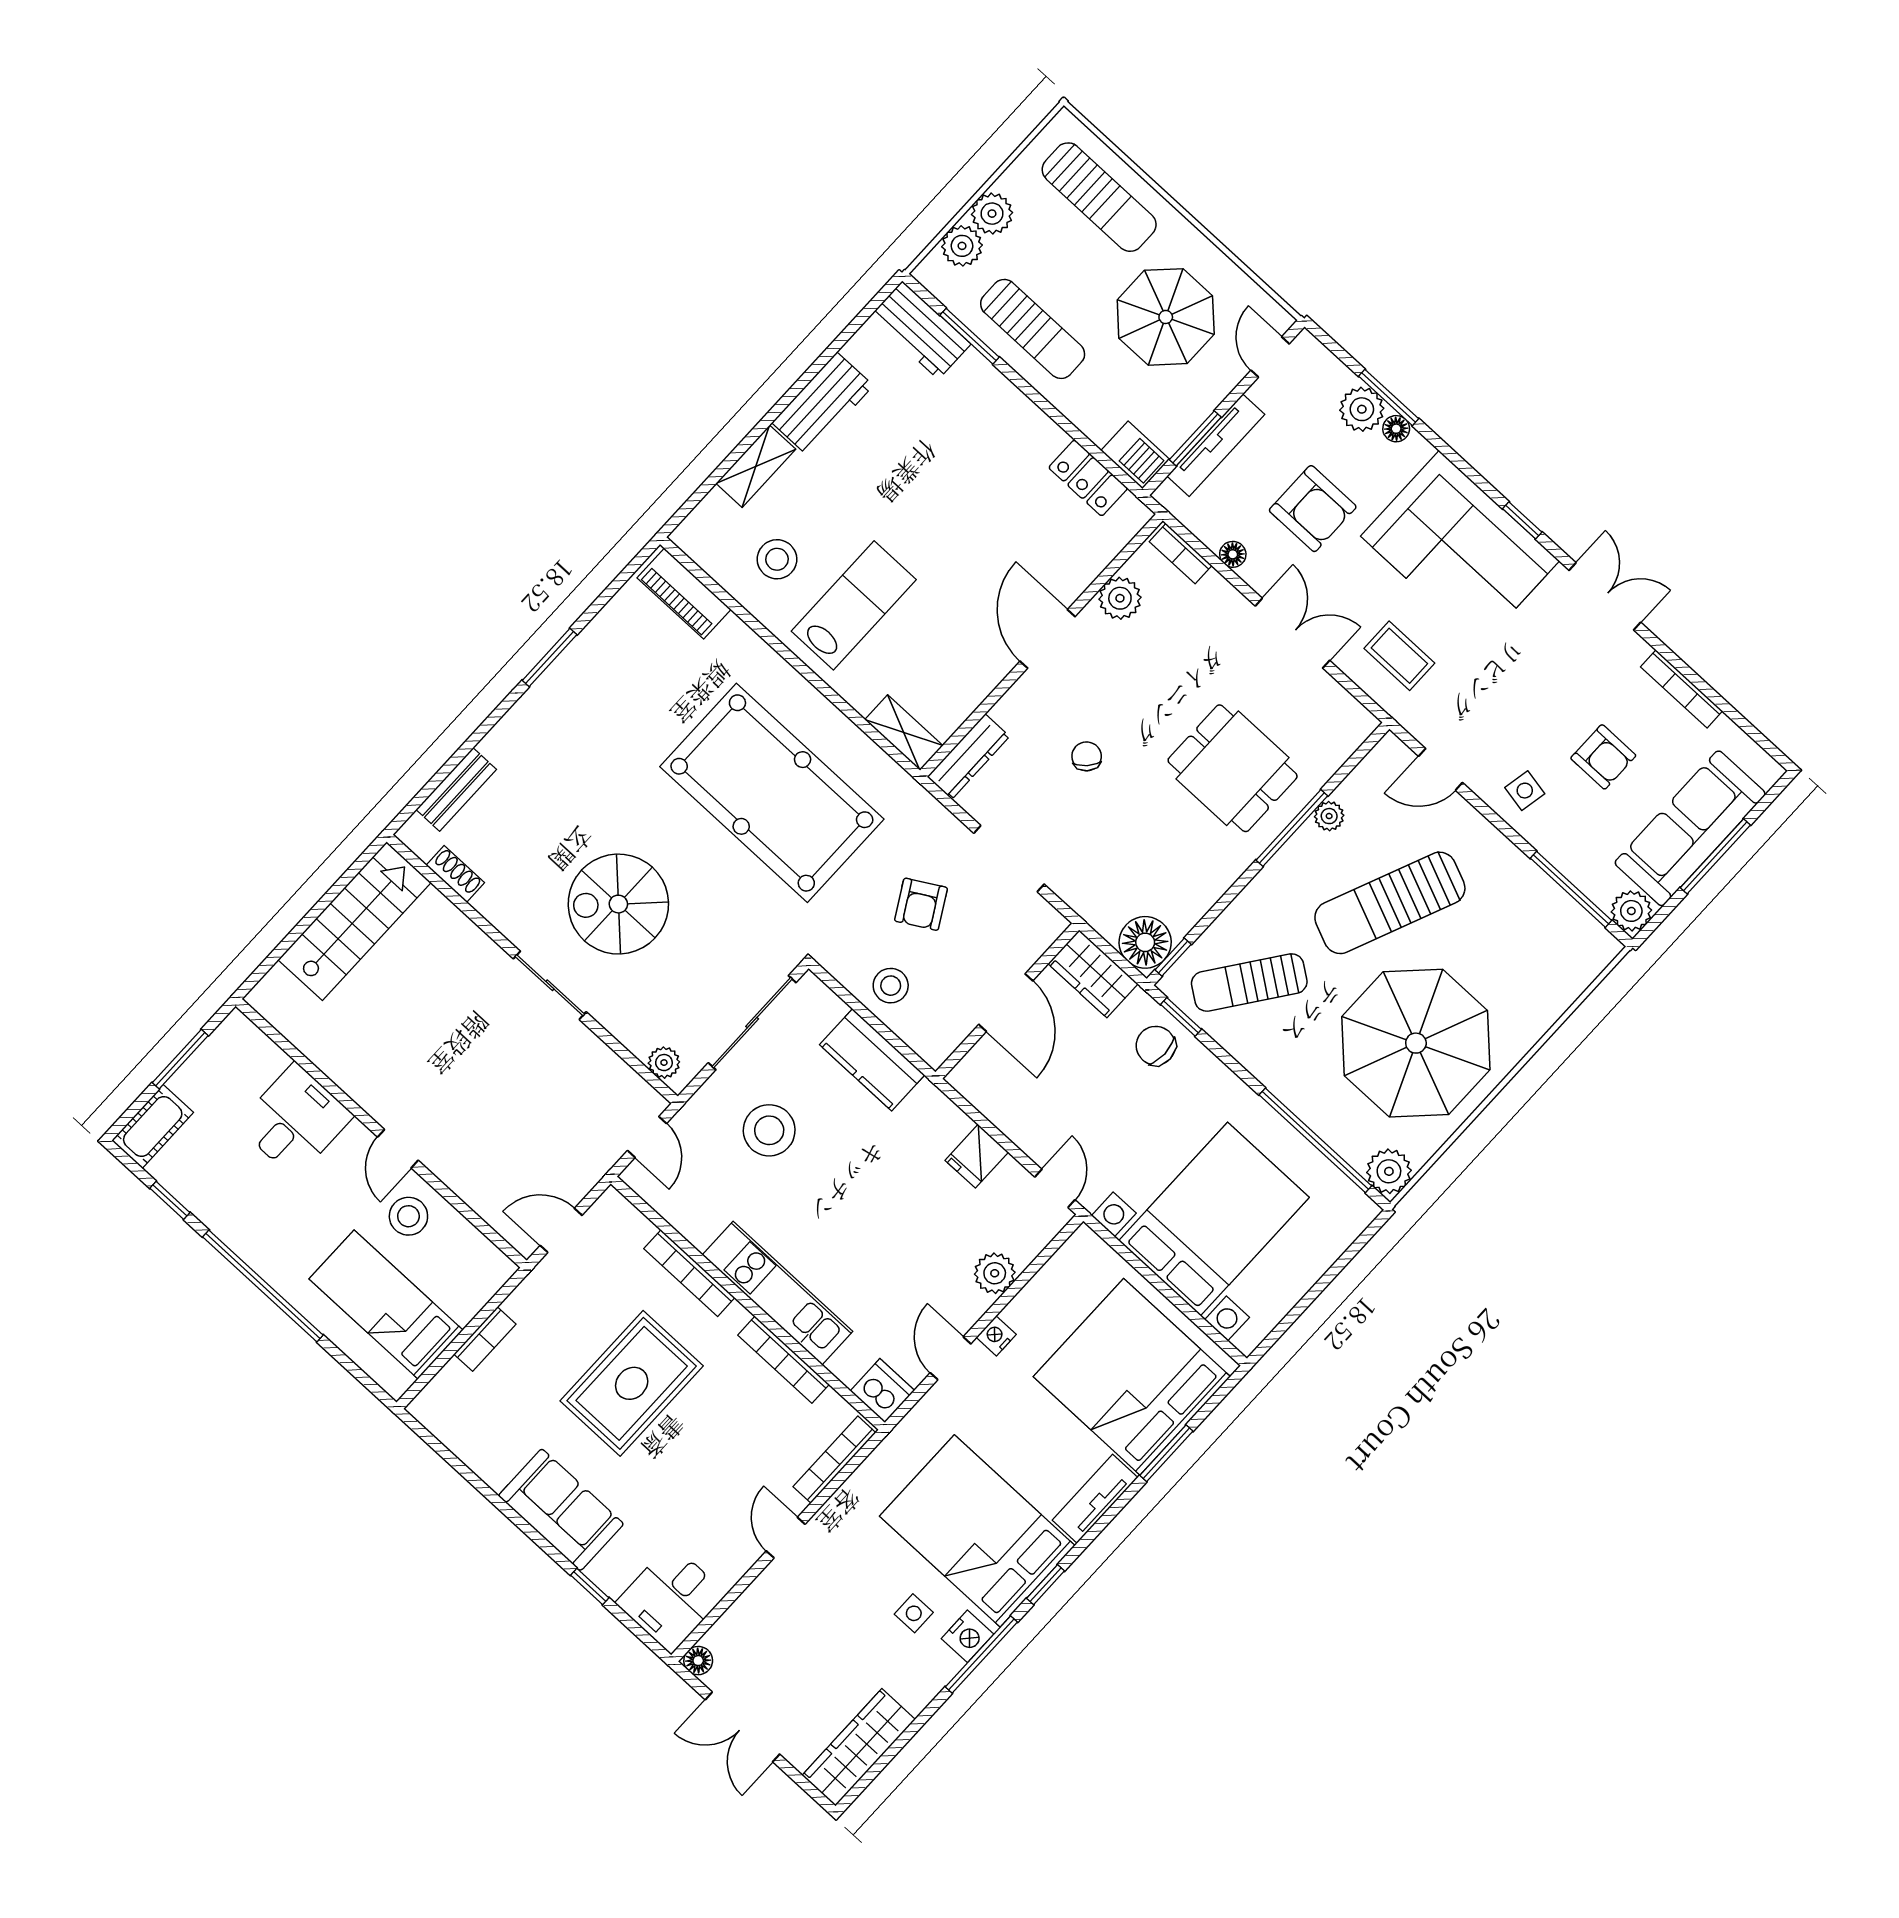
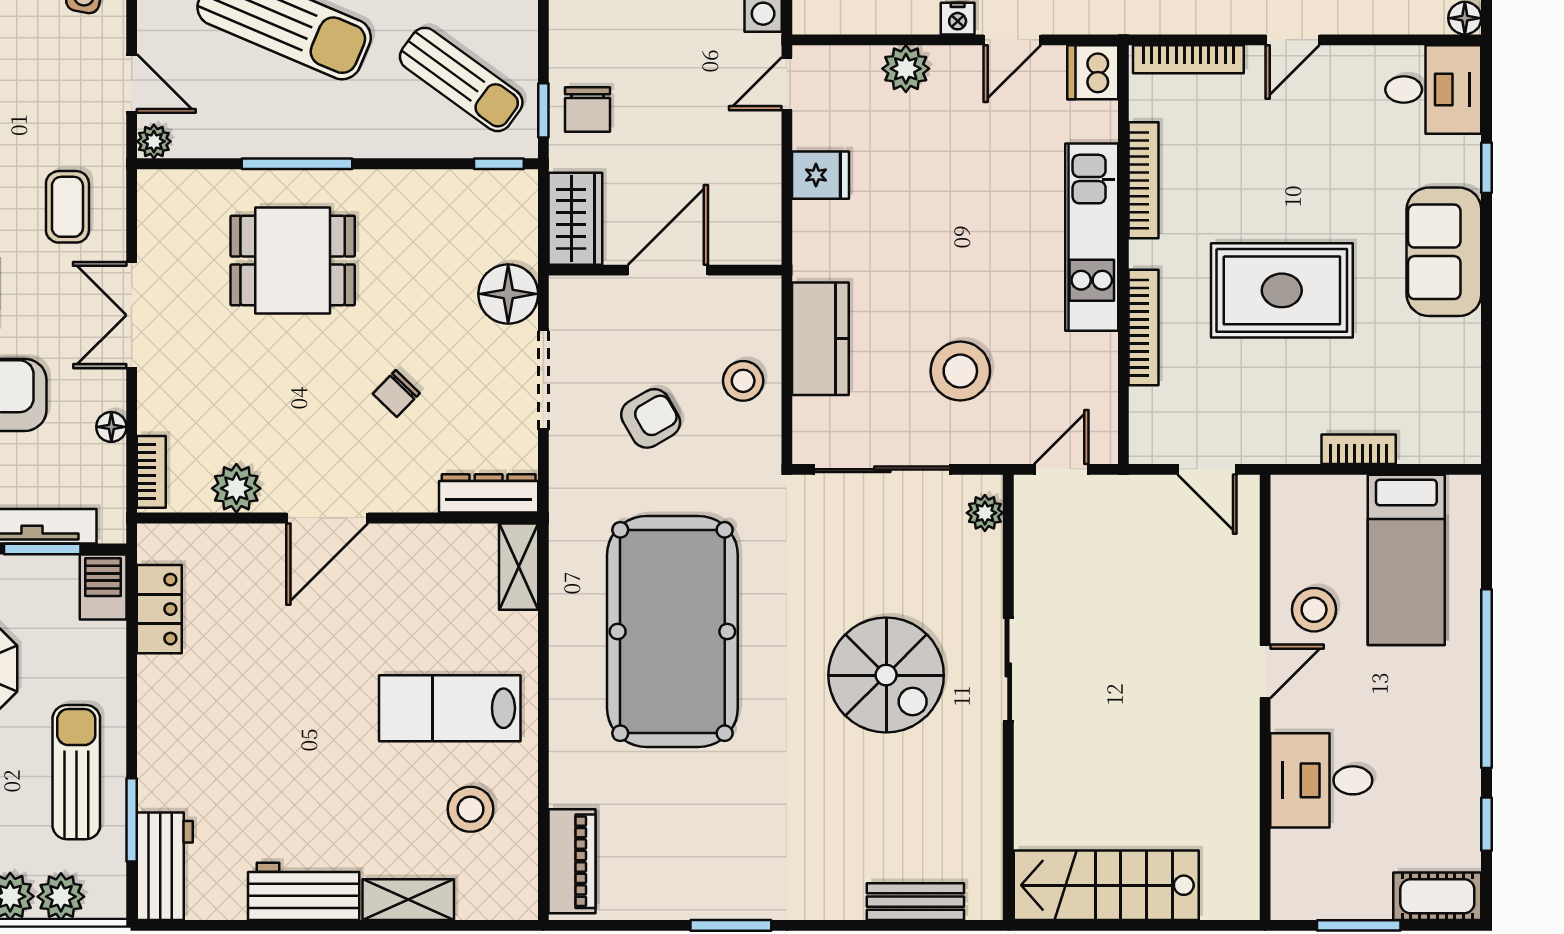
dining table: (1233, 768) -> (293, 261), turned 90
plant: (1329, 816) -> (154, 141), moved
shoe rack: (455, 874) -> (988, 837), removed
floor lamp: (1145, 942) -> (508, 294), moved

